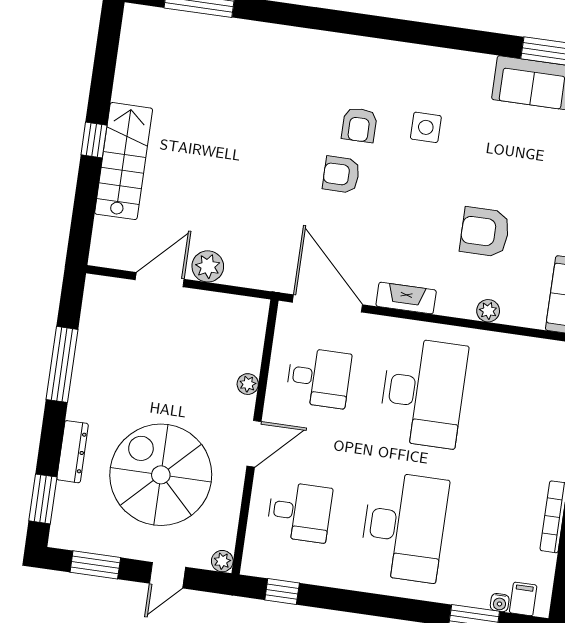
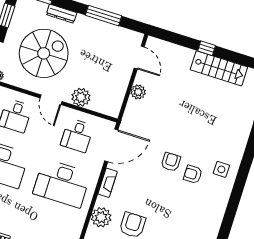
side table: (426, 127) -> (221, 169), moved
stairs: (124, 161) -> (219, 68), moved
door: (160, 280) -> (139, 57), moved
plant: (488, 311) -> (101, 217), width x1.87, depth x1.87
plant: (248, 384) -> (81, 97), width x1.88, depth x1.88

